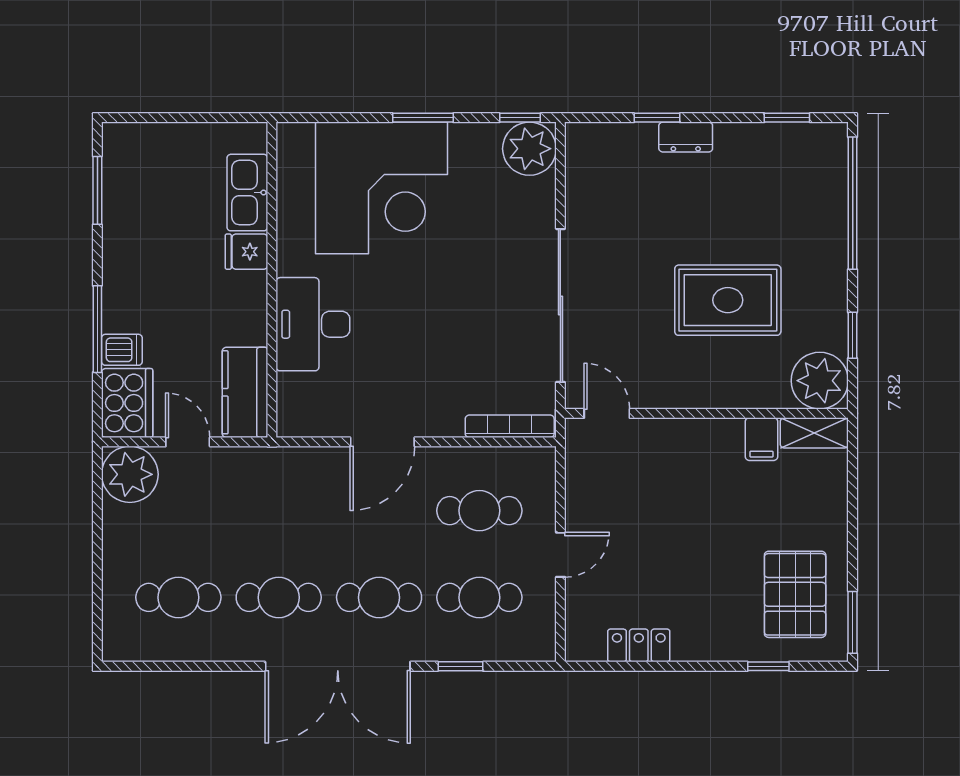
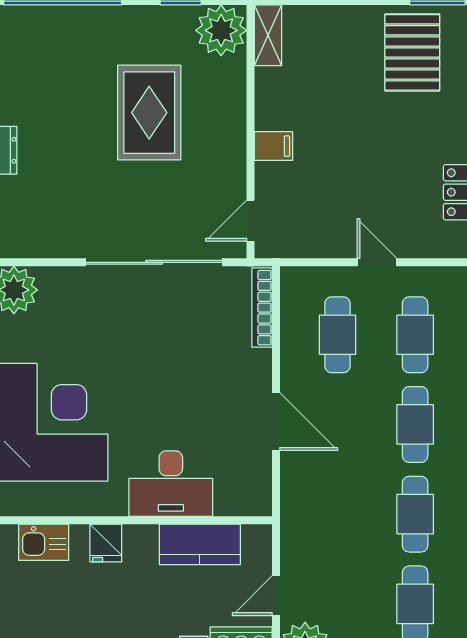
kitchen sink: (247, 193) -> (44, 542), width x0.73
kitchen counter: (245, 392) -> (200, 544), moved
filing cabinet: (761, 439) -> (274, 146), moved
pallet: (795, 594) -> (412, 52), turned 90

